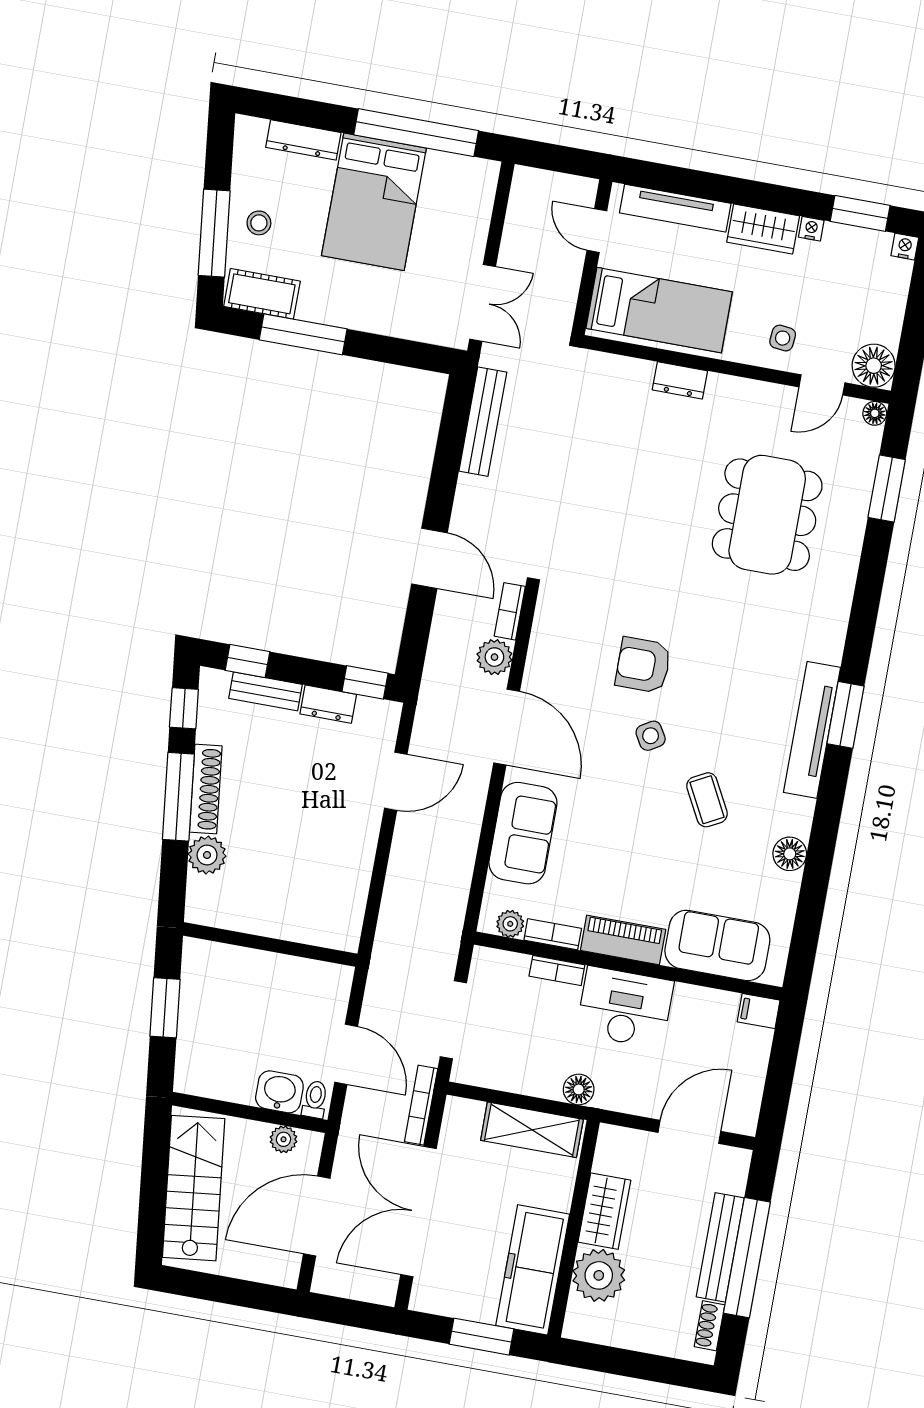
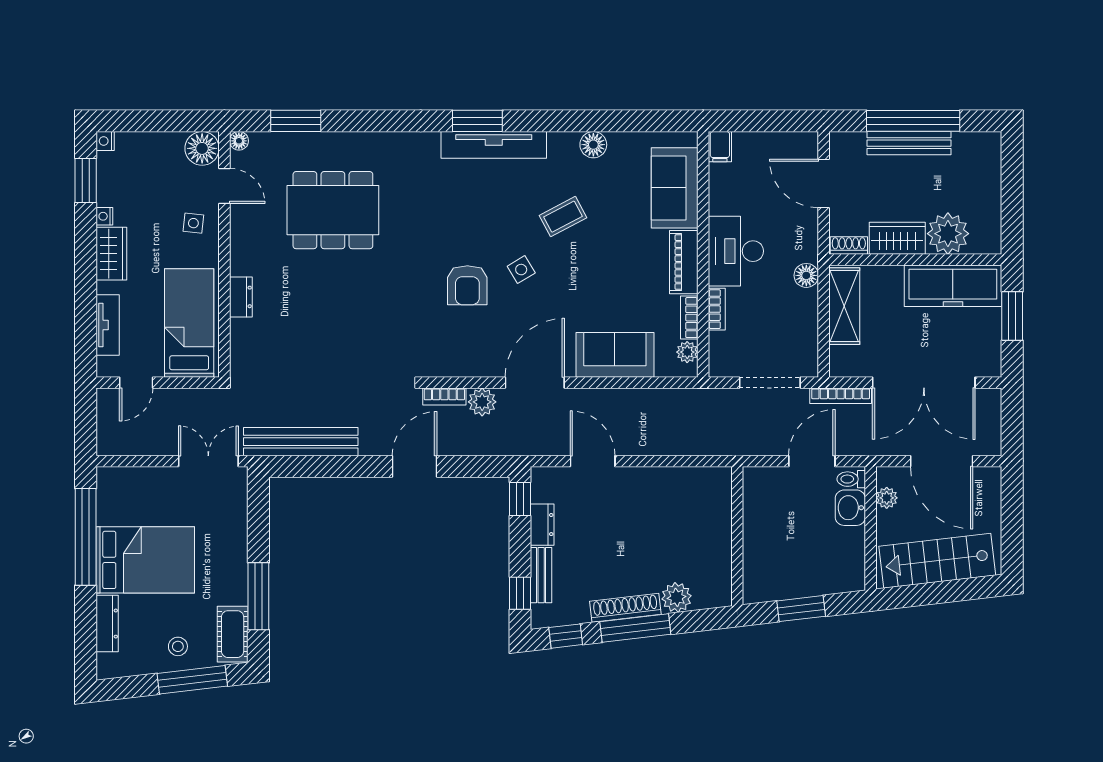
tv unit: (675, 208) -> (108, 325), width x0.71
bench: (483, 422) -> (301, 442), width x1.37, depth x1.21
shoe rack: (709, 1326) -> (849, 245), moved, turned 180

